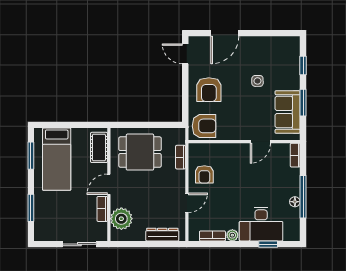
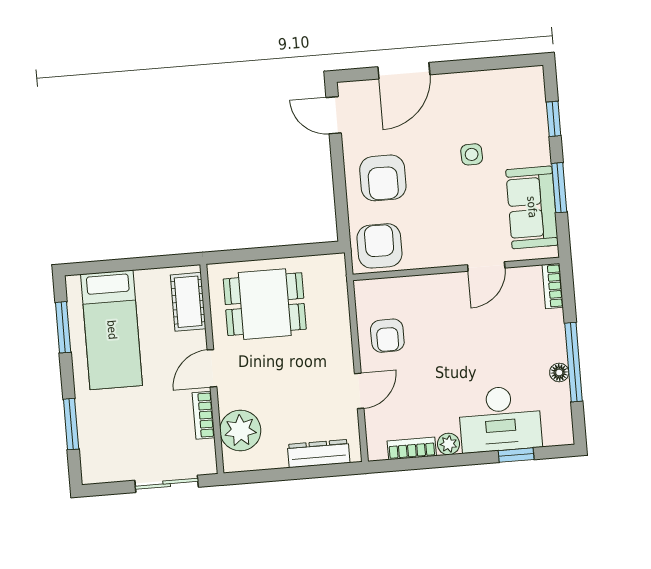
armchair: (204, 126) -> (379, 246), turned -90
bookcase: (181, 157) -> (341, 307), removed

